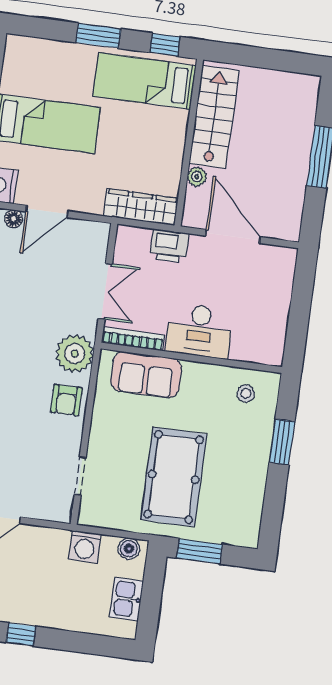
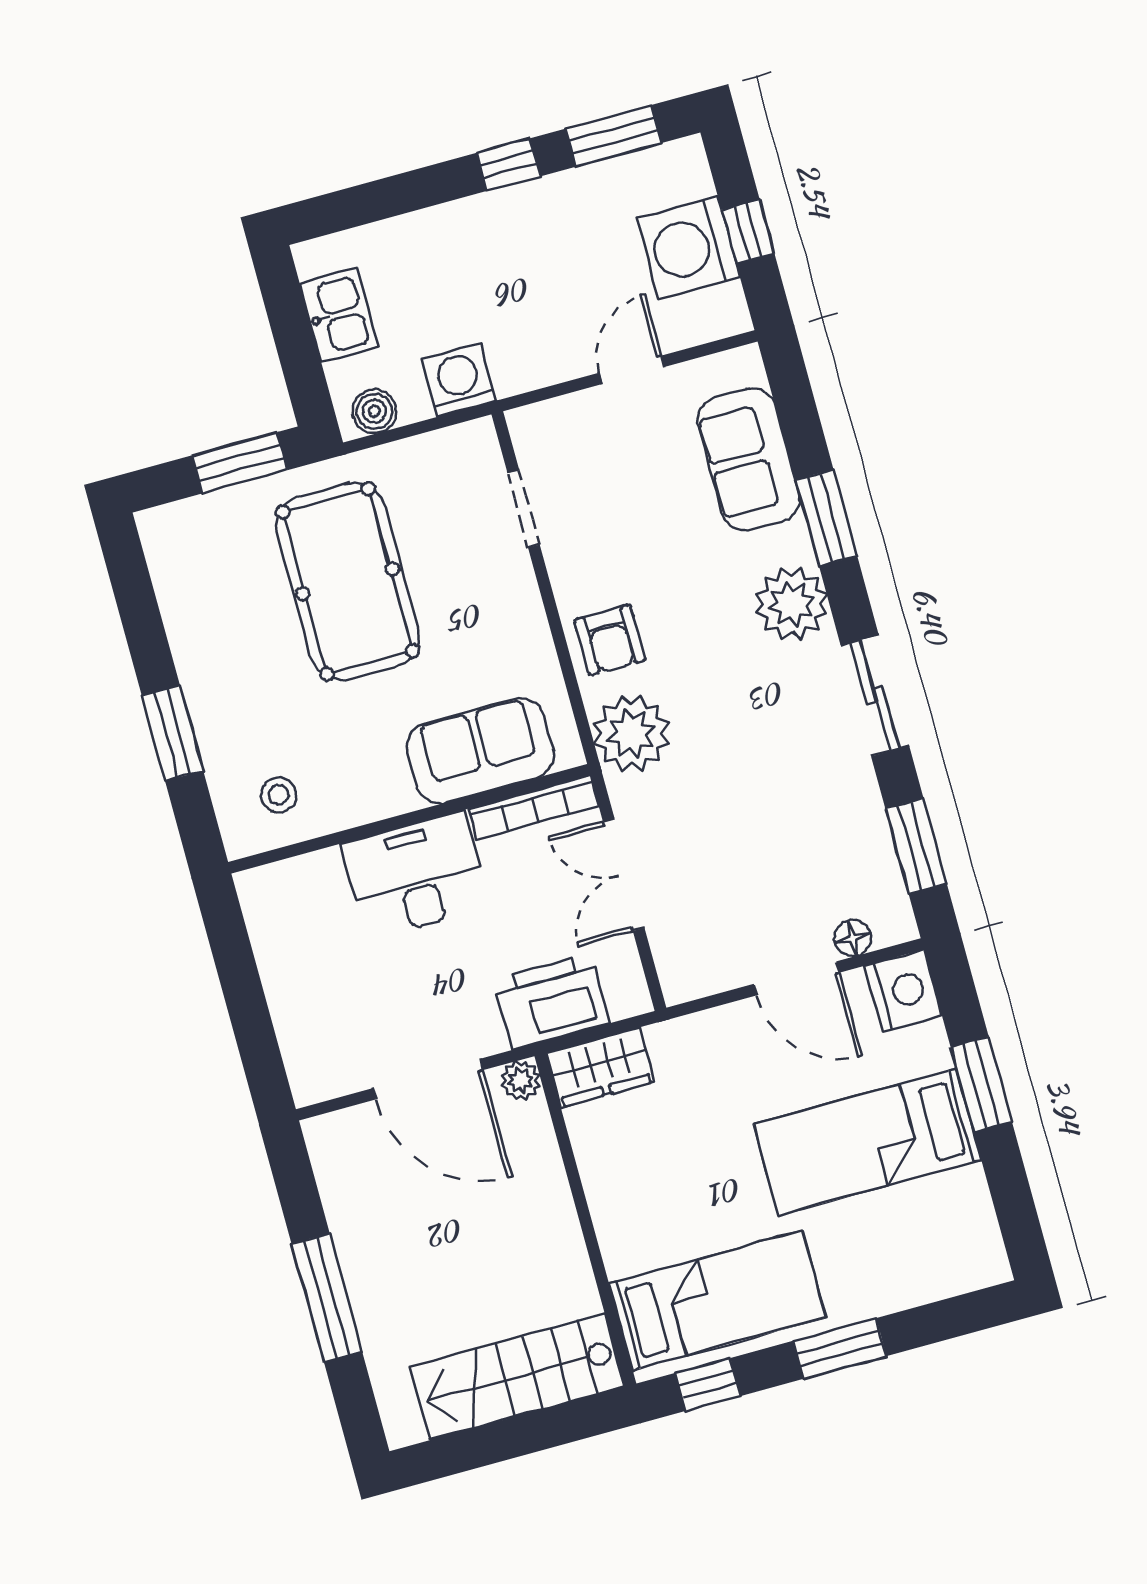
stairs: (214, 117) -> (517, 1377), moved, turned 90
plant: (197, 177) -> (521, 1081), moved
wardrobe: (141, 207) -> (600, 1067), width x0.67
door: (47, 211) -> (797, 978), swing flipped
printer: (169, 246) -> (551, 1001), width x1.37, depth x1.19
armchair: (66, 400) -> (610, 640), turned 180

